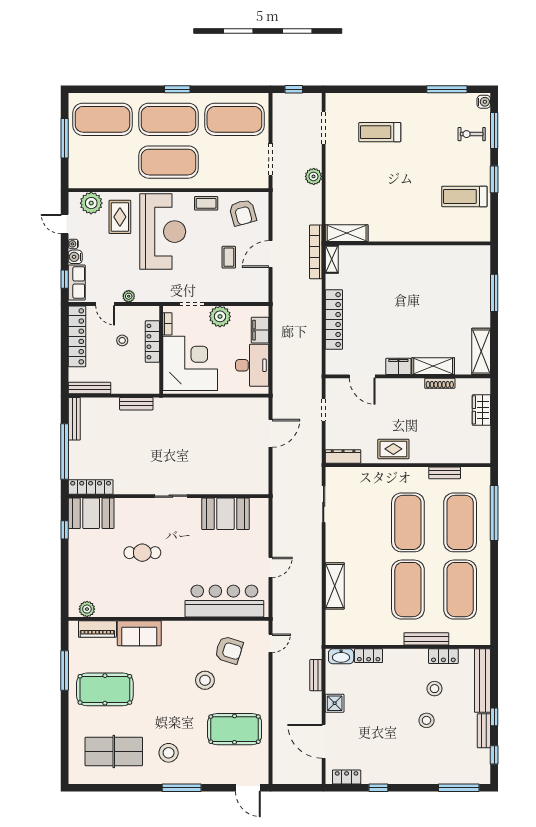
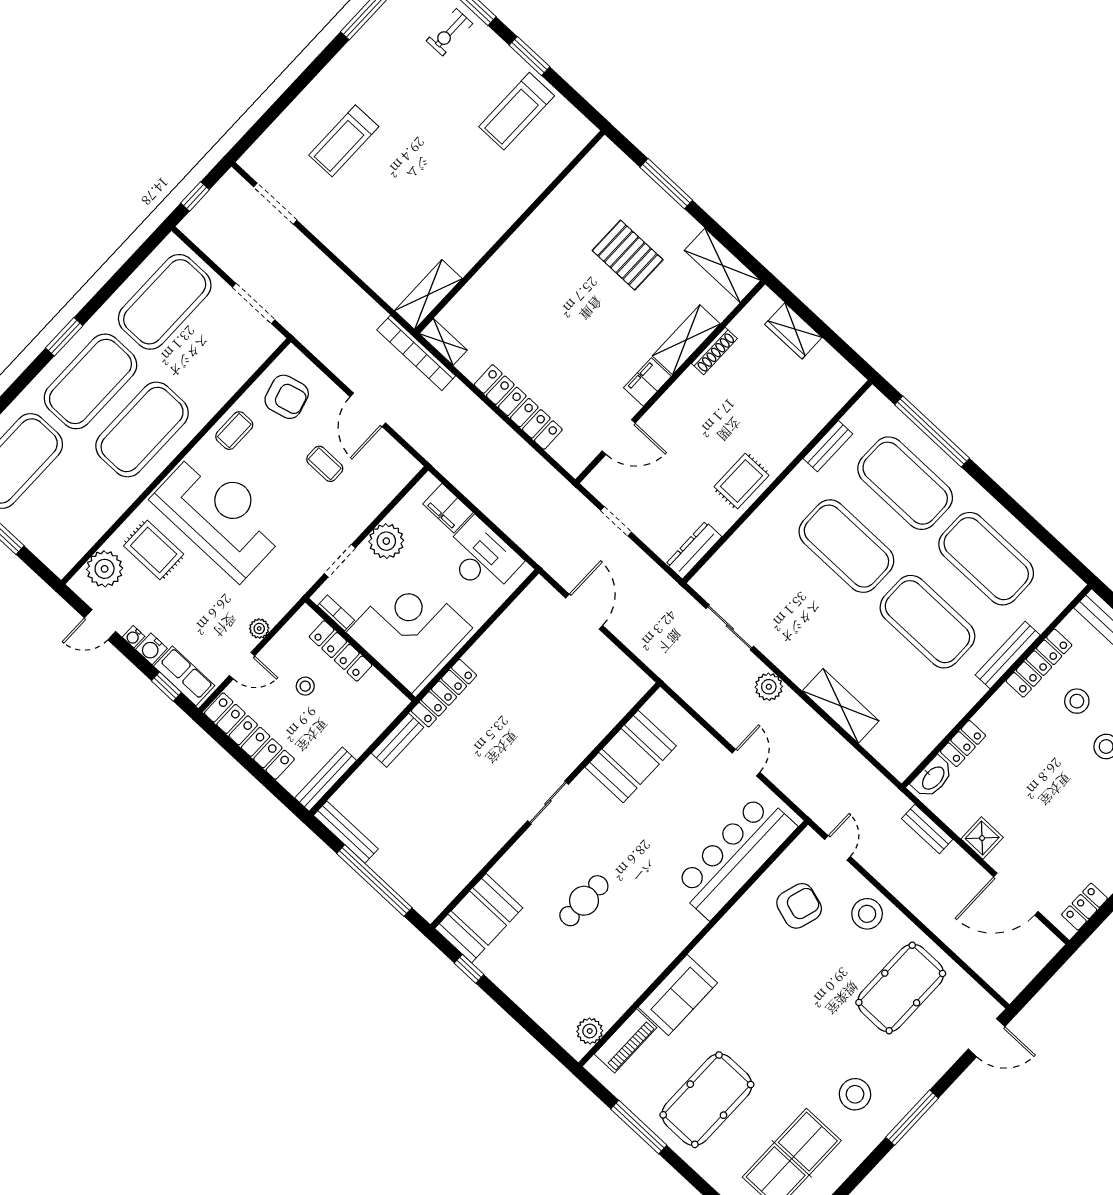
plant: (314, 176) -> (769, 687), moved
pallet: (446, 305) -> (628, 255), added
locker: (91, 487) -> (444, 693), moved, turned 180
locker: (443, 656) -> (1039, 663), width x1.53
stool: (205, 680) -> (867, 914), moved

